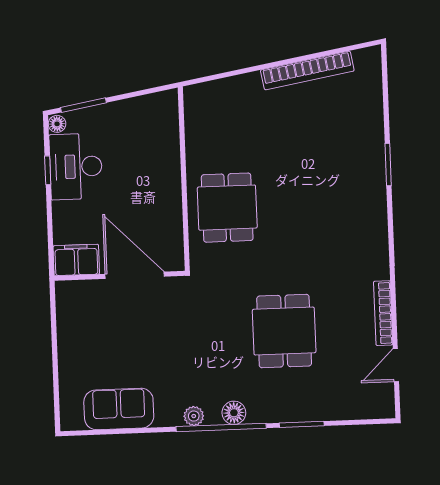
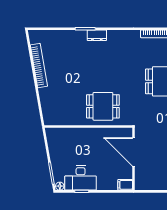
dresser: (375, 189) -> (97, 35), added
filing cabinet: (76, 260) -> (125, 185), width x0.50
door: (135, 275) -> (134, 152), hinge flipped

